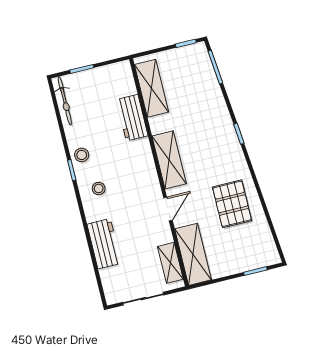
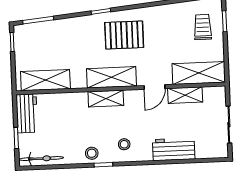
workbench: (132, 118) -> (27, 113), moved, turned -90
shelving: (145, 158) -> (106, 99), added
pallet: (232, 204) -> (124, 35), moved
door: (168, 209) -> (154, 87), swing flipped
trolley: (244, 248) -> (203, 27), added
shelving: (170, 263) -> (185, 95), moved

